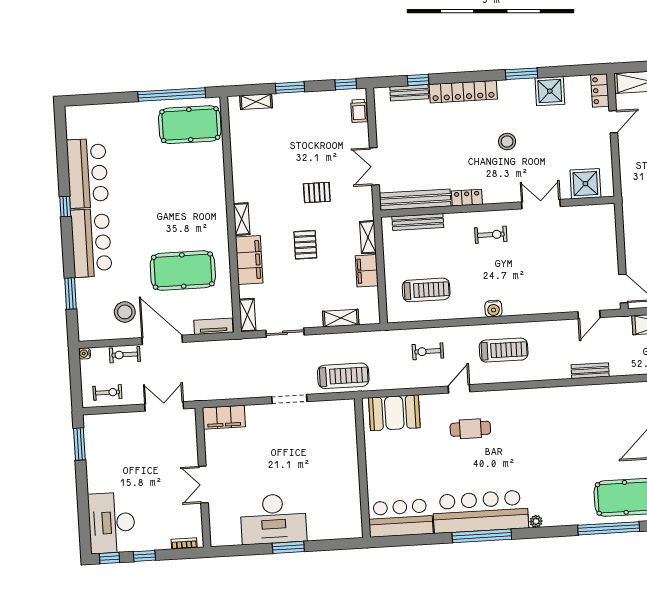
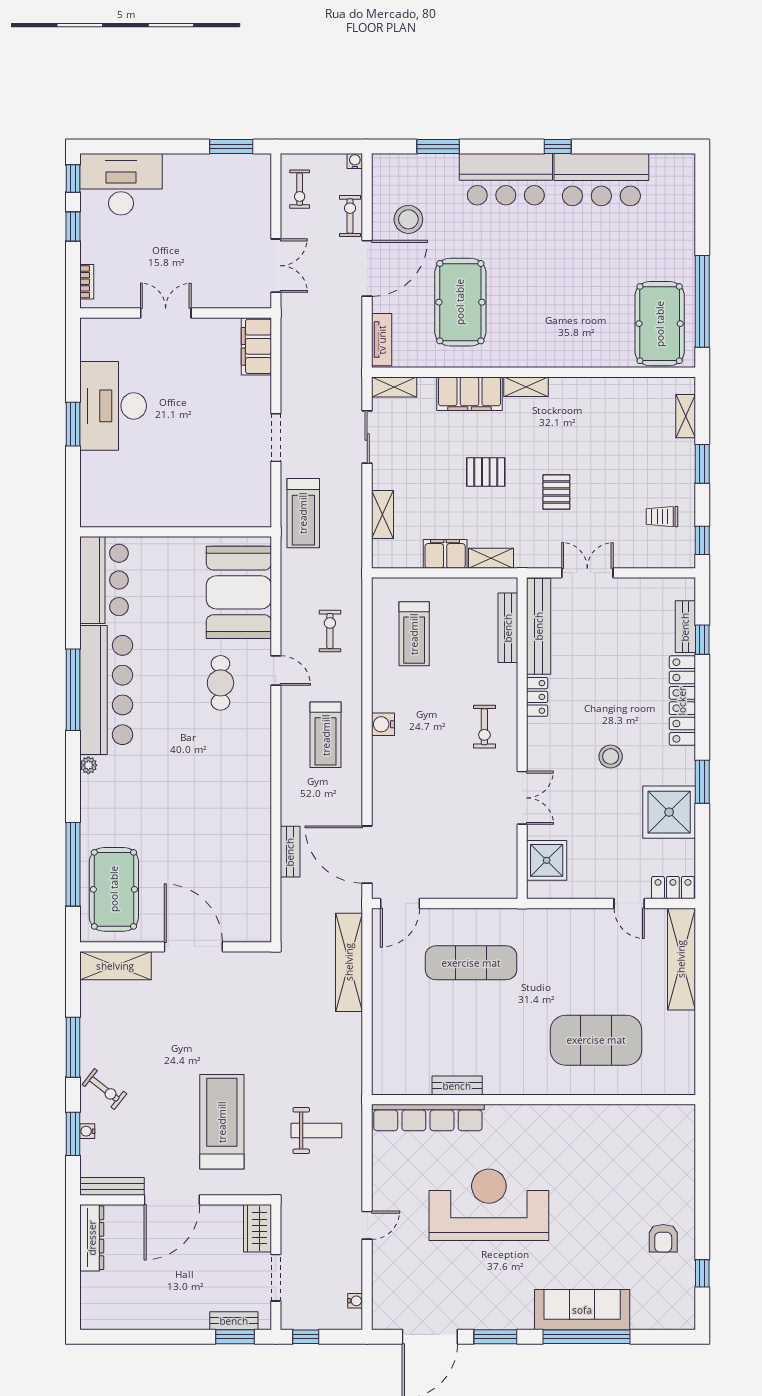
shower: (550, 91) -> (669, 812), width x1.37, depth x1.37
trolley: (359, 111) -> (662, 517), moved
door: (589, 315) -> (367, 855), width x1.88
booth: (394, 413) -> (239, 592), width x1.36, depth x1.42

